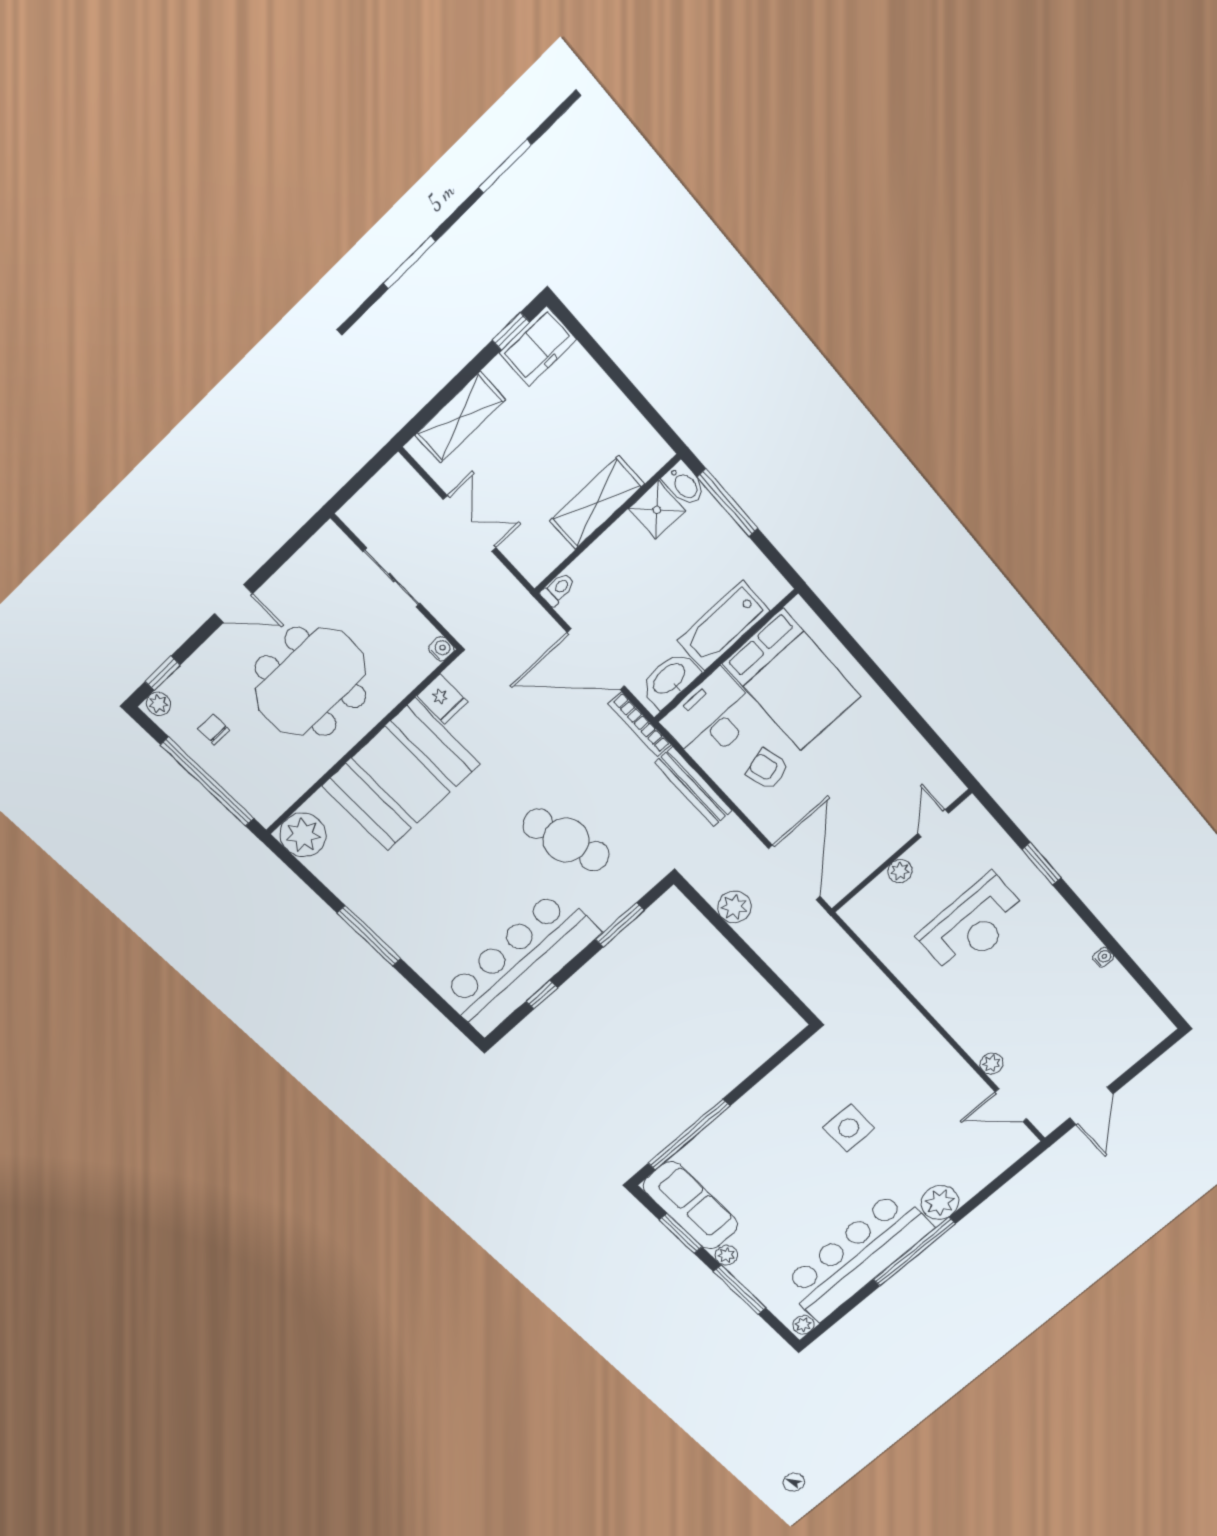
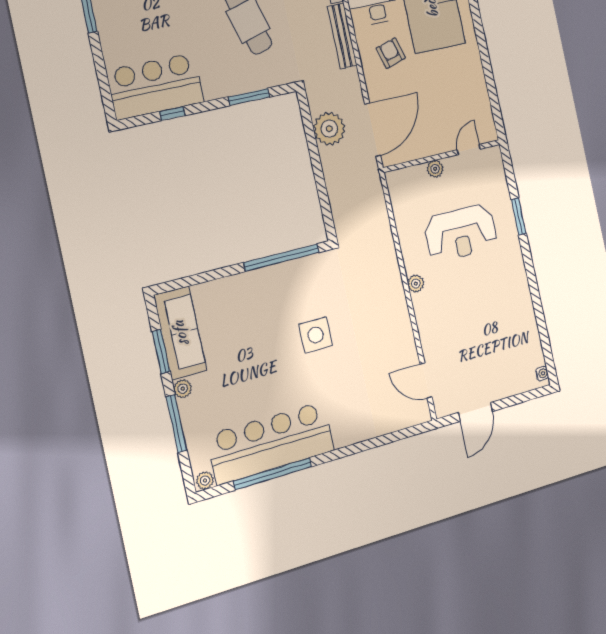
plant: (734, 907) -> (329, 129), width x1.36, depth x1.36
water cooler: (1103, 957) -> (542, 374), moved
bar counter: (520, 963) -> (155, 86), width x0.73
plant: (992, 1064) -> (416, 284), moved
window: (689, 1135) -> (281, 258), moved
plant: (940, 1202) -> (347, 431), removed
window: (914, 1252) -> (273, 474), moved

